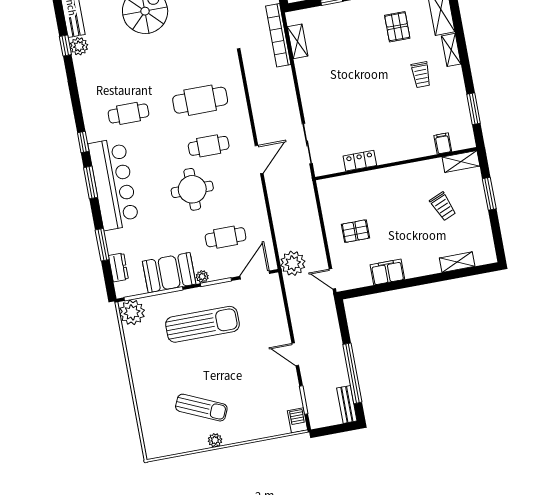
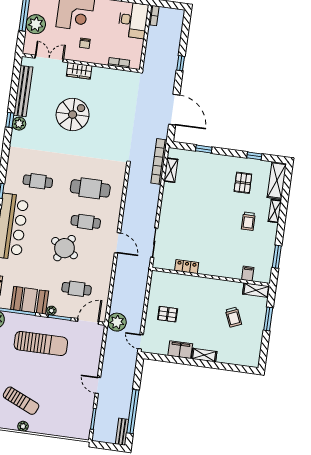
door: (259, 159) -> (117, 243), hinge flipped
round table: (192, 189) -> (65, 248), turned 30
shelving: (457, 262) -> (204, 355), moved
barbecue: (298, 420) -> (84, 431), removed

